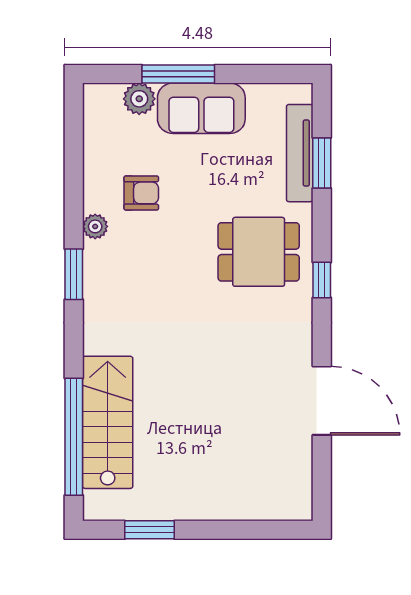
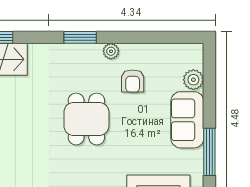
window: (178, 74) -> (209, 152), moved
dining table: (259, 252) -> (86, 119), moved

